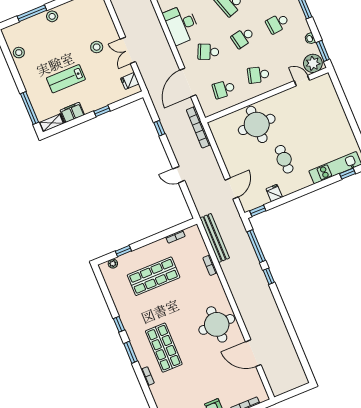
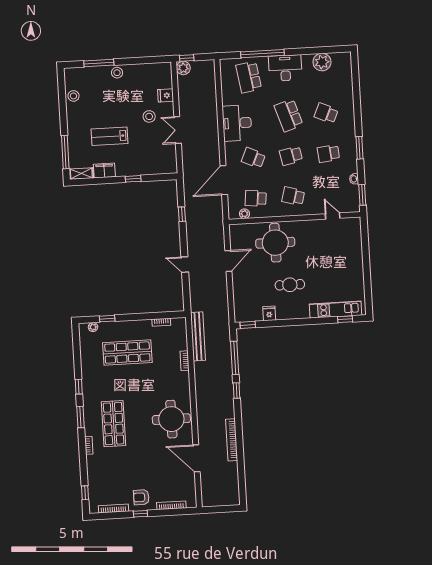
plant: (313, 63) -> (244, 214), moved, width x0.53, depth x0.53
fridge: (130, 81) -> (166, 95), moved
bookcase: (199, 127) -> (232, 440), moved
cafe table: (284, 159) -> (290, 285), turned 90
door: (232, 189) -> (228, 261), moved

